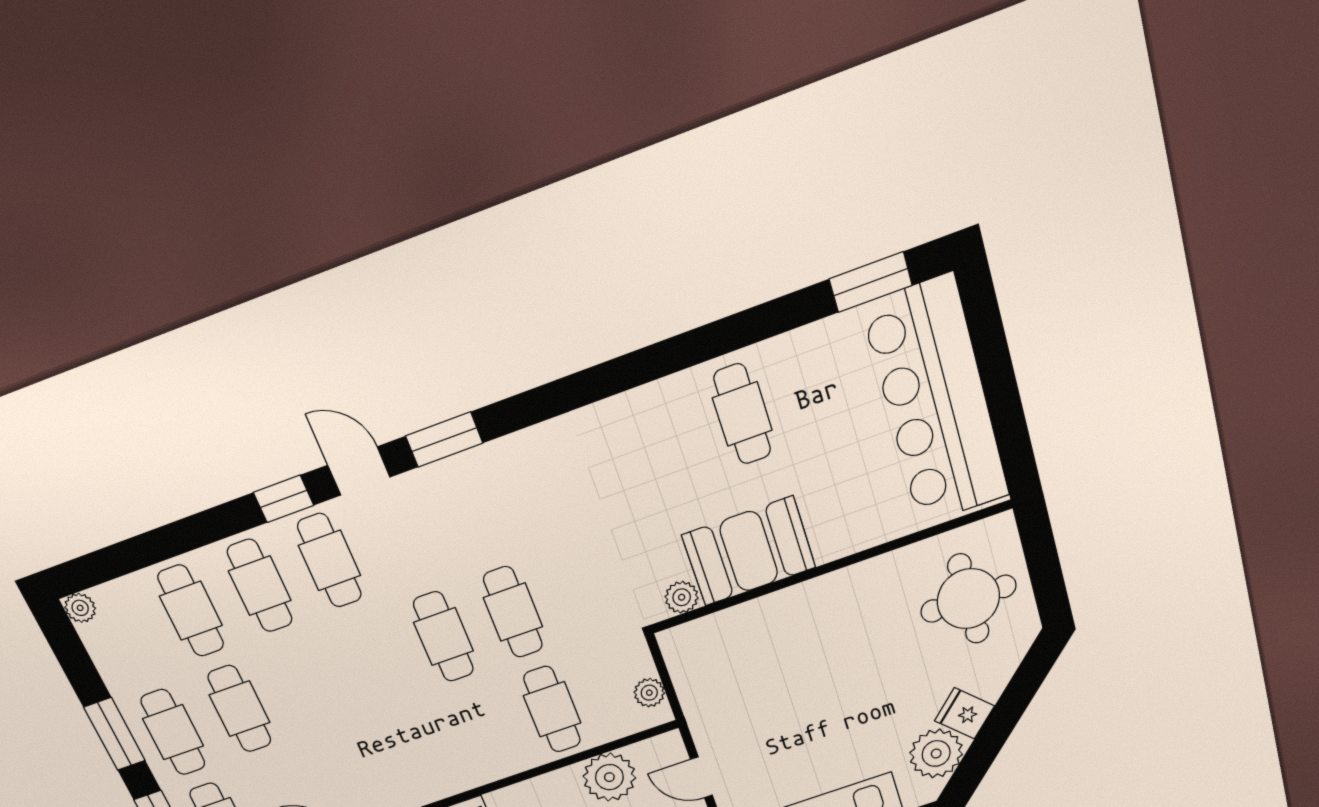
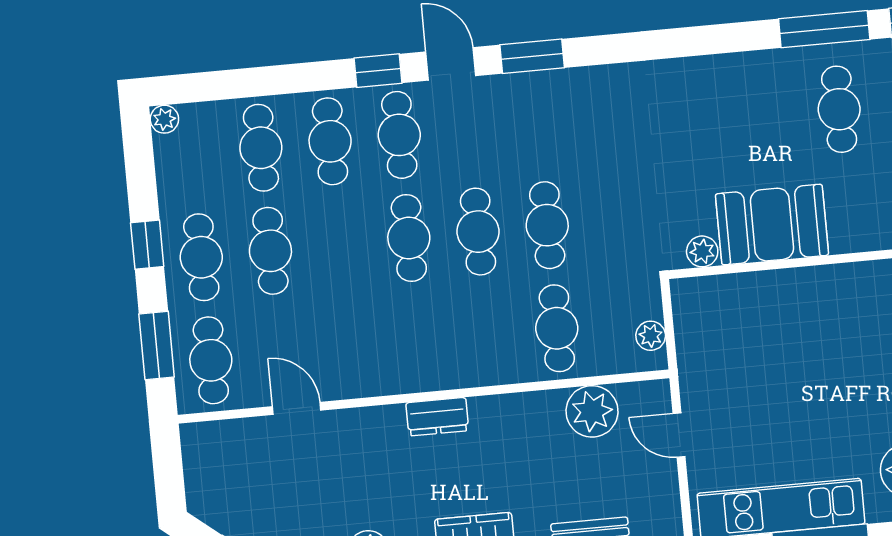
window: (760, 323) -> (824, 29), added
cafe table: (742, 414) -> (839, 109), moved
cafe table: (375, 661) -> (409, 238), added
window: (115, 734) -> (147, 245), width x0.67

